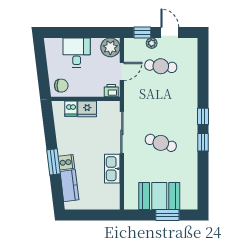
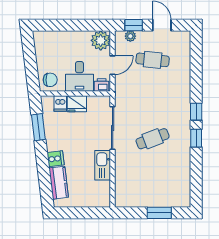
plant: (152, 43) -> (130, 36), moved
desk: (77, 52) -> (79, 76), moved, turned 180
cafe table: (161, 143) -> (153, 139), turned -39
window: (53, 162) -> (38, 127), moved
booth: (159, 196) -> (151, 193), removed

